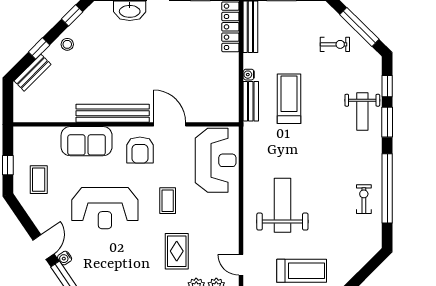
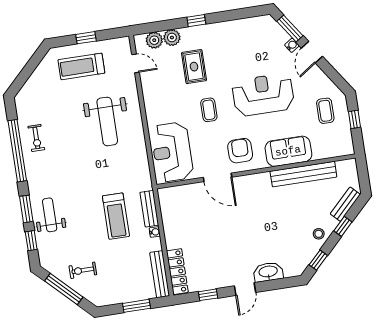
bench: (113, 113) -> (303, 174), moved

